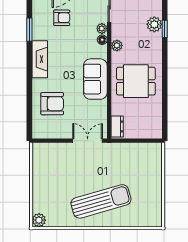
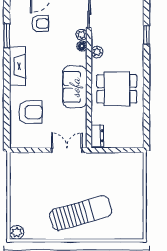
plant: (154, 24) -> (136, 30), removed

